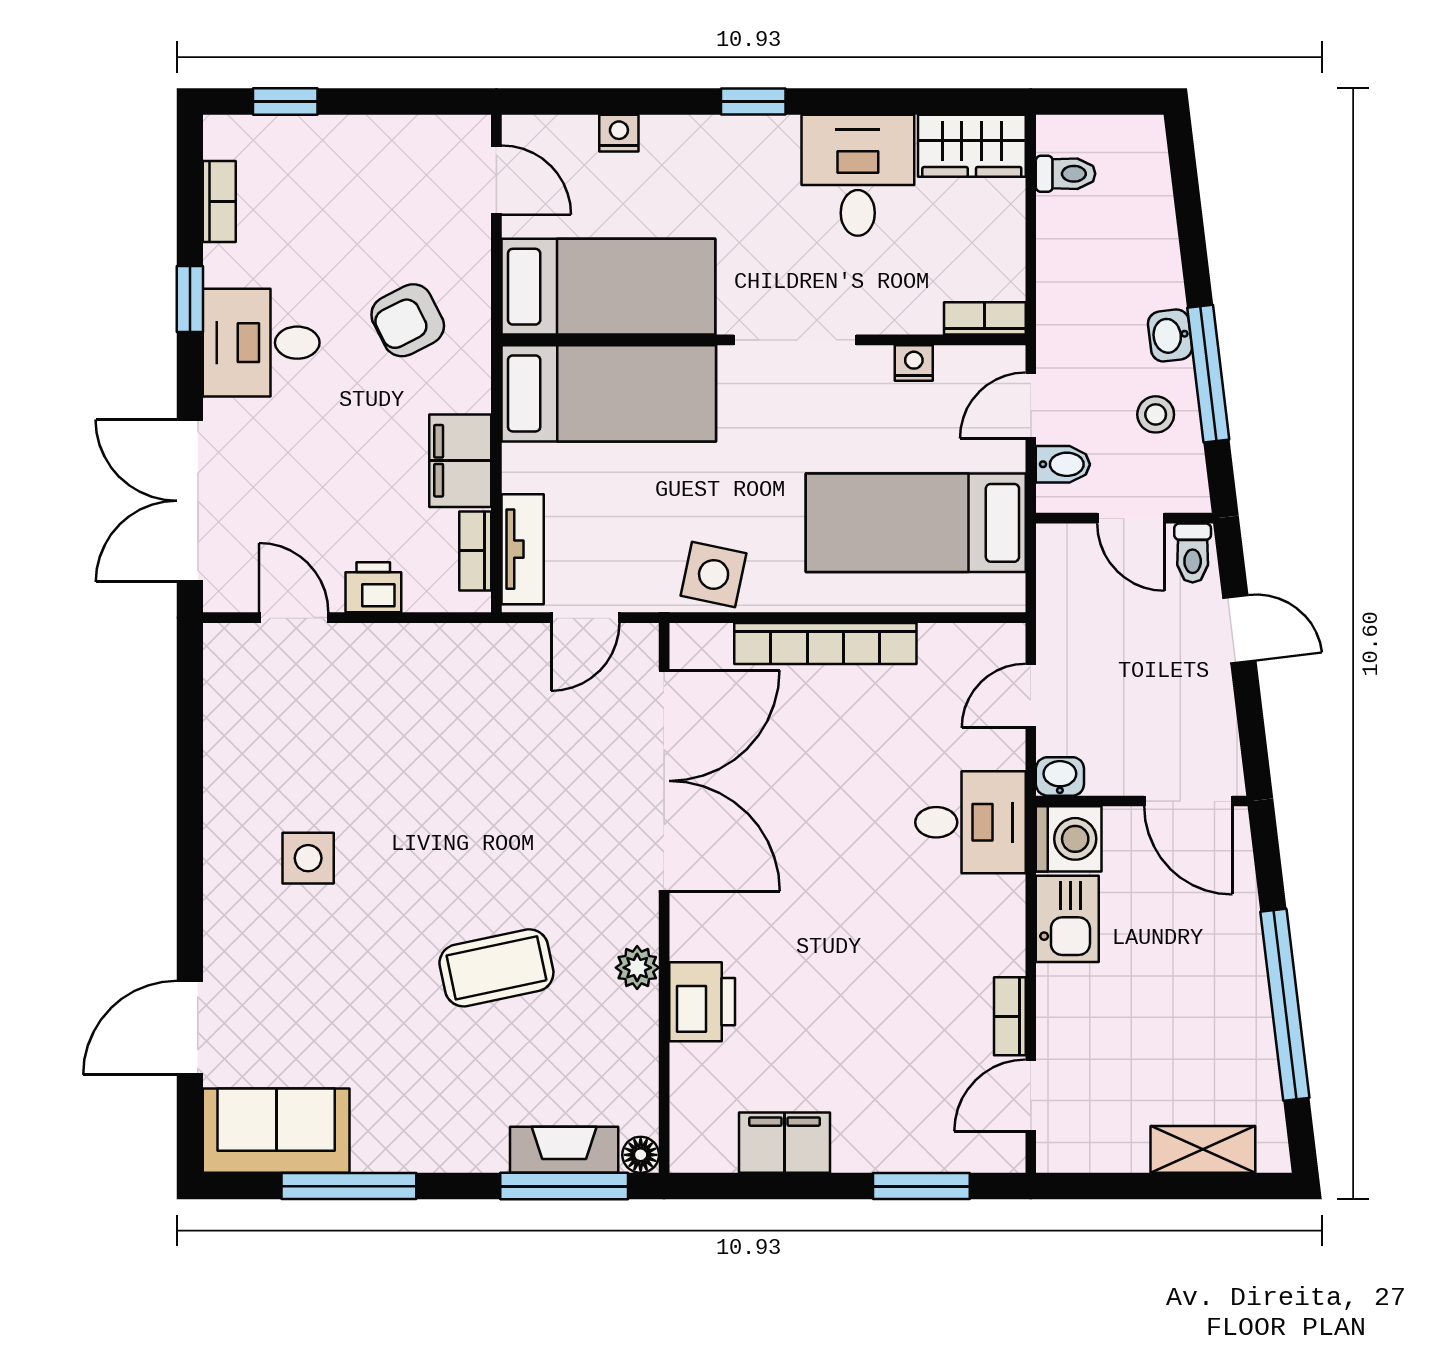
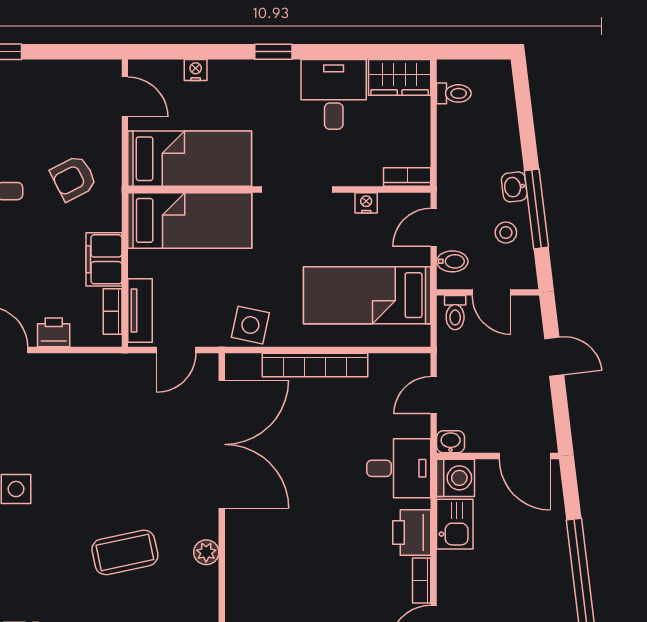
toilet: (1193, 553) -> (455, 313), moved
printer: (702, 1002) -> (412, 532), moved, turned 180

